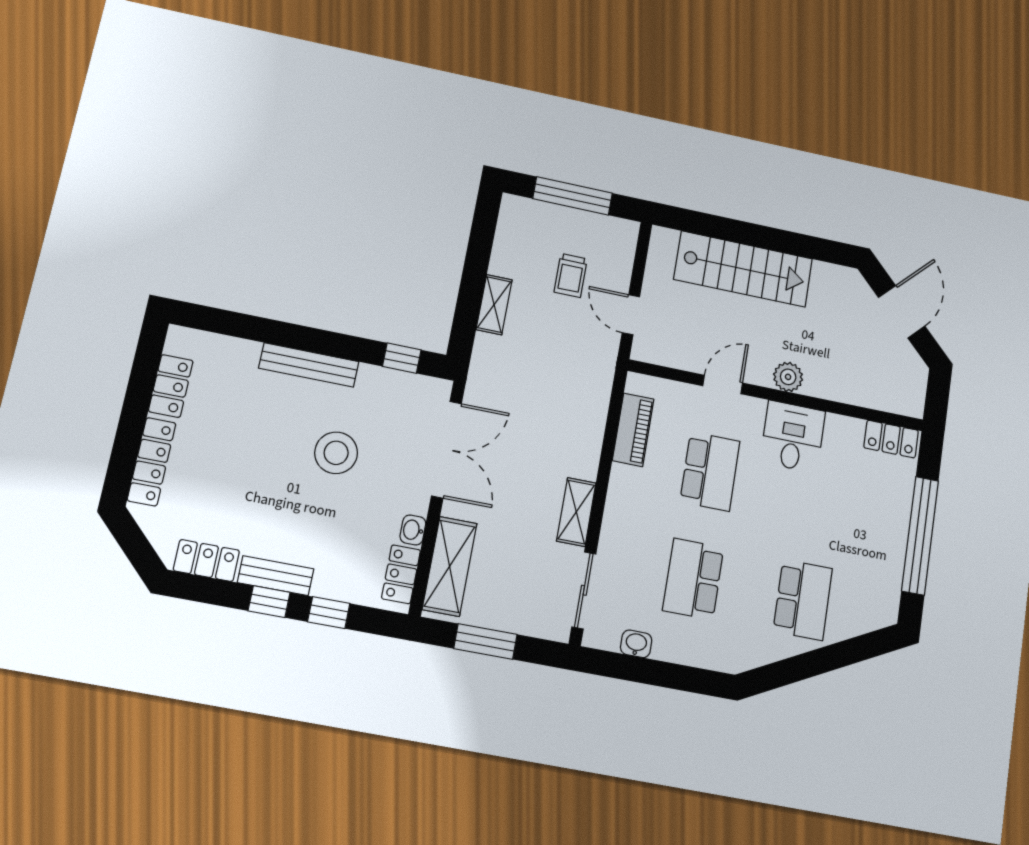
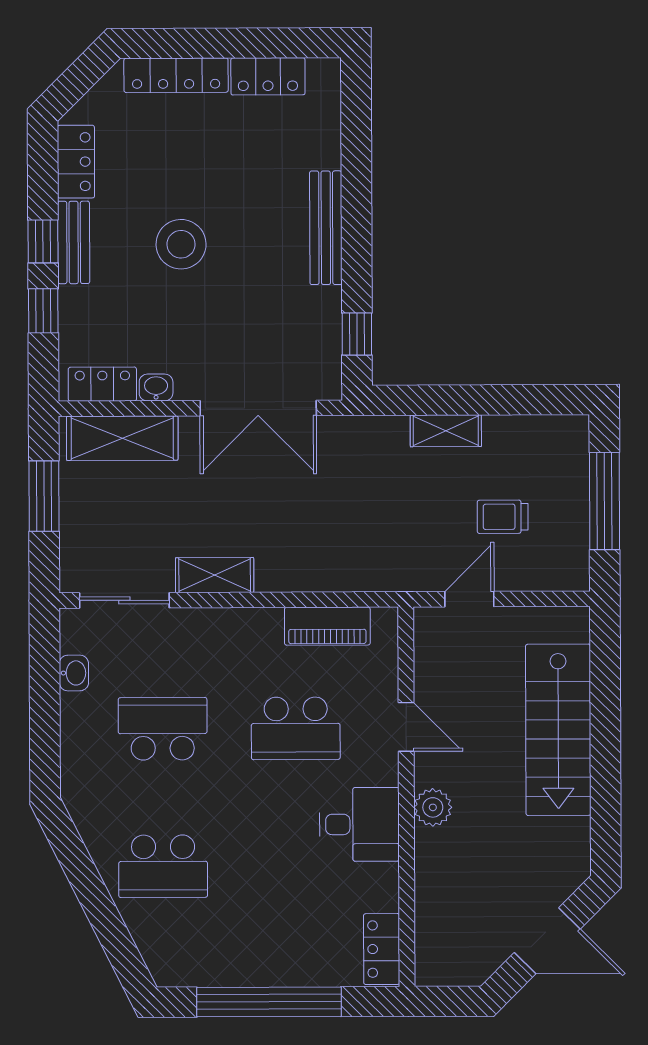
stool: (336, 453) -> (181, 244), moved

